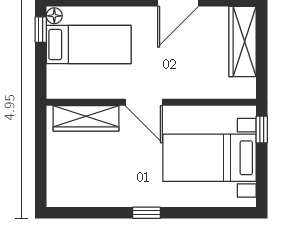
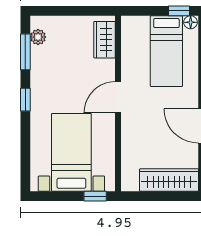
wardrobe: (86, 118) -> (104, 40), width x0.67
plant: (72, 198) -> (38, 37), added
window: (90, 213) -> (25, 52), added

